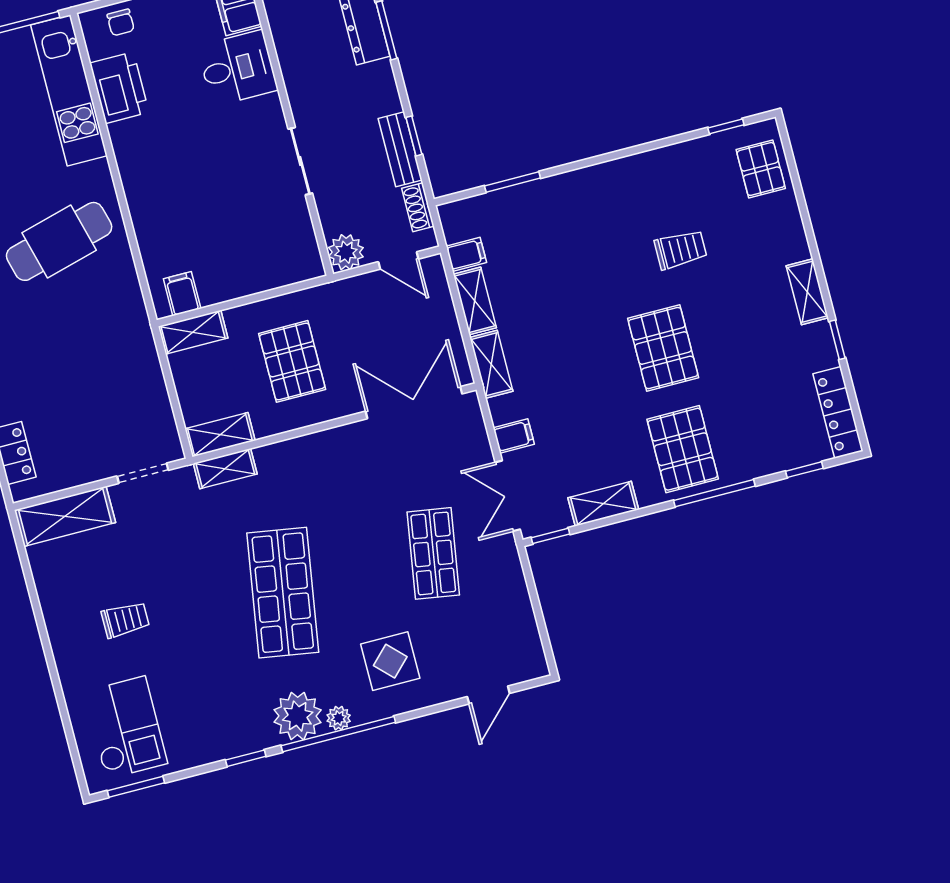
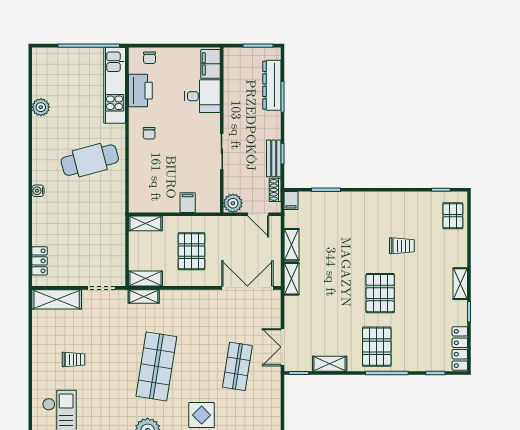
chair: (156, 163) -> (149, 133), added
filing cabinet: (466, 254) -> (291, 200), moved, turned 90
filing cabinet: (182, 294) -> (188, 203), moved
filing cabinet: (514, 436) -> (293, 318), removed

